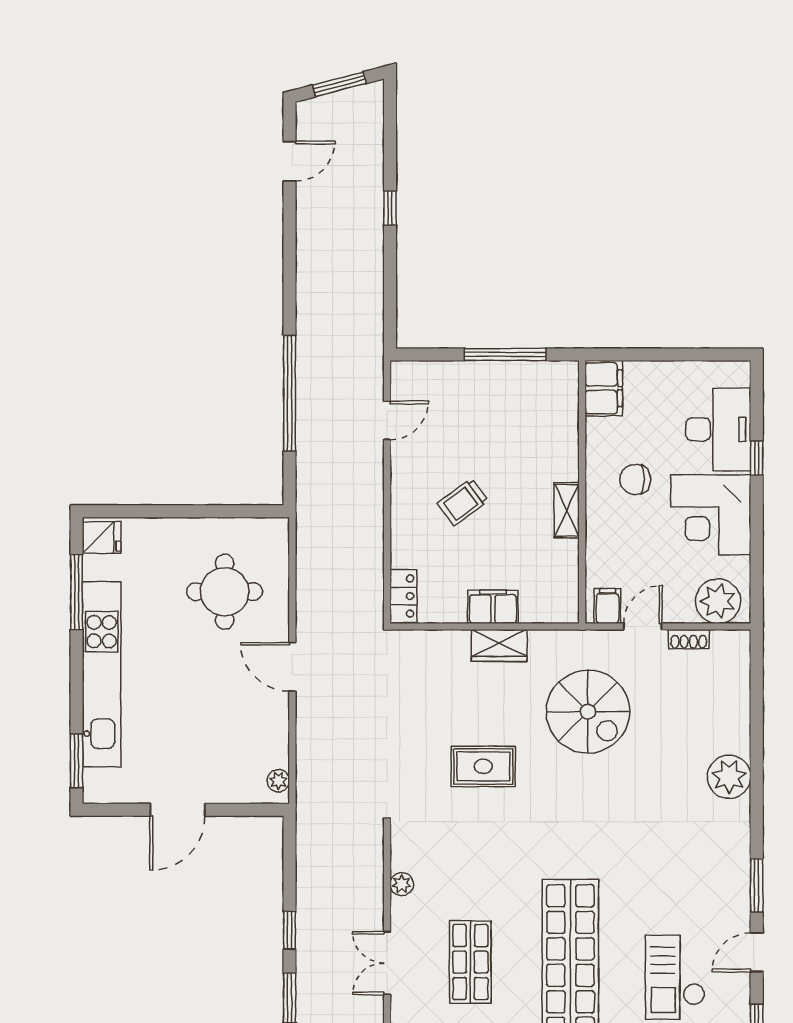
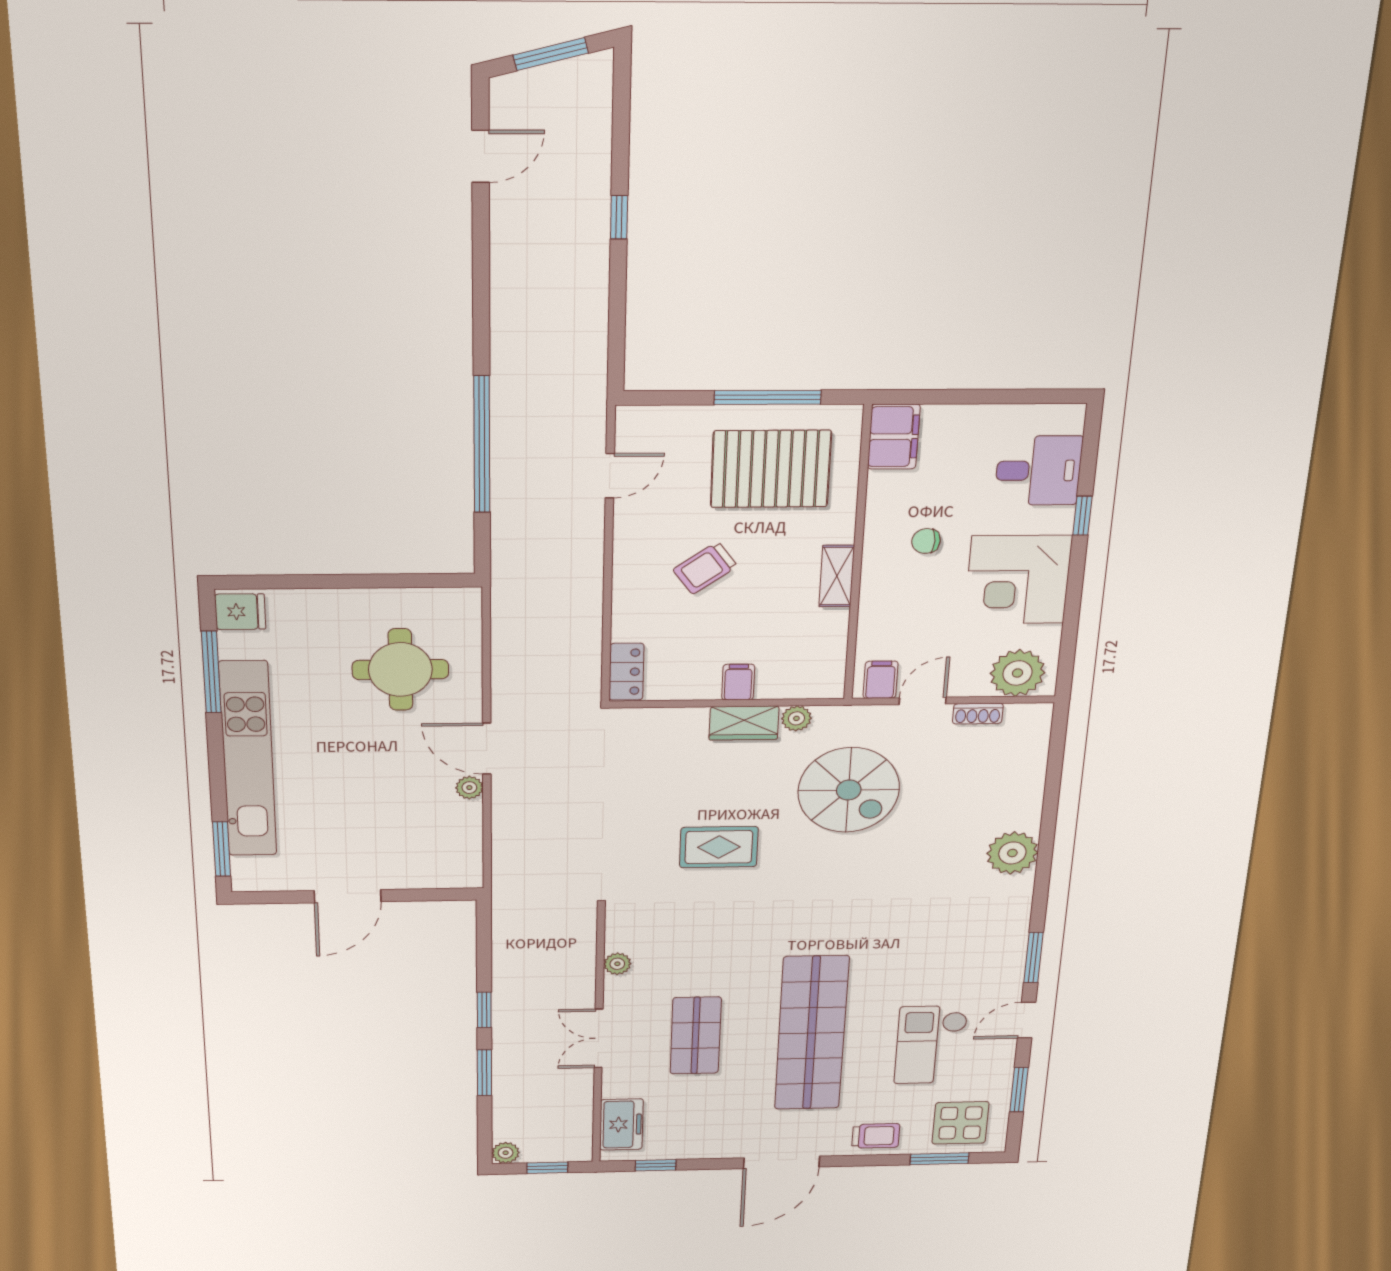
pallet: (510, 415) -> (771, 469), added
desk: (718, 429) -> (1038, 471), width x0.73
chair: (635, 479) -> (926, 541), width x0.73, depth x0.73
filing cabinet: (493, 607) -> (738, 682), width x0.50
plant: (541, 642) -> (796, 718), added
plant: (278, 781) -> (469, 788), moved

